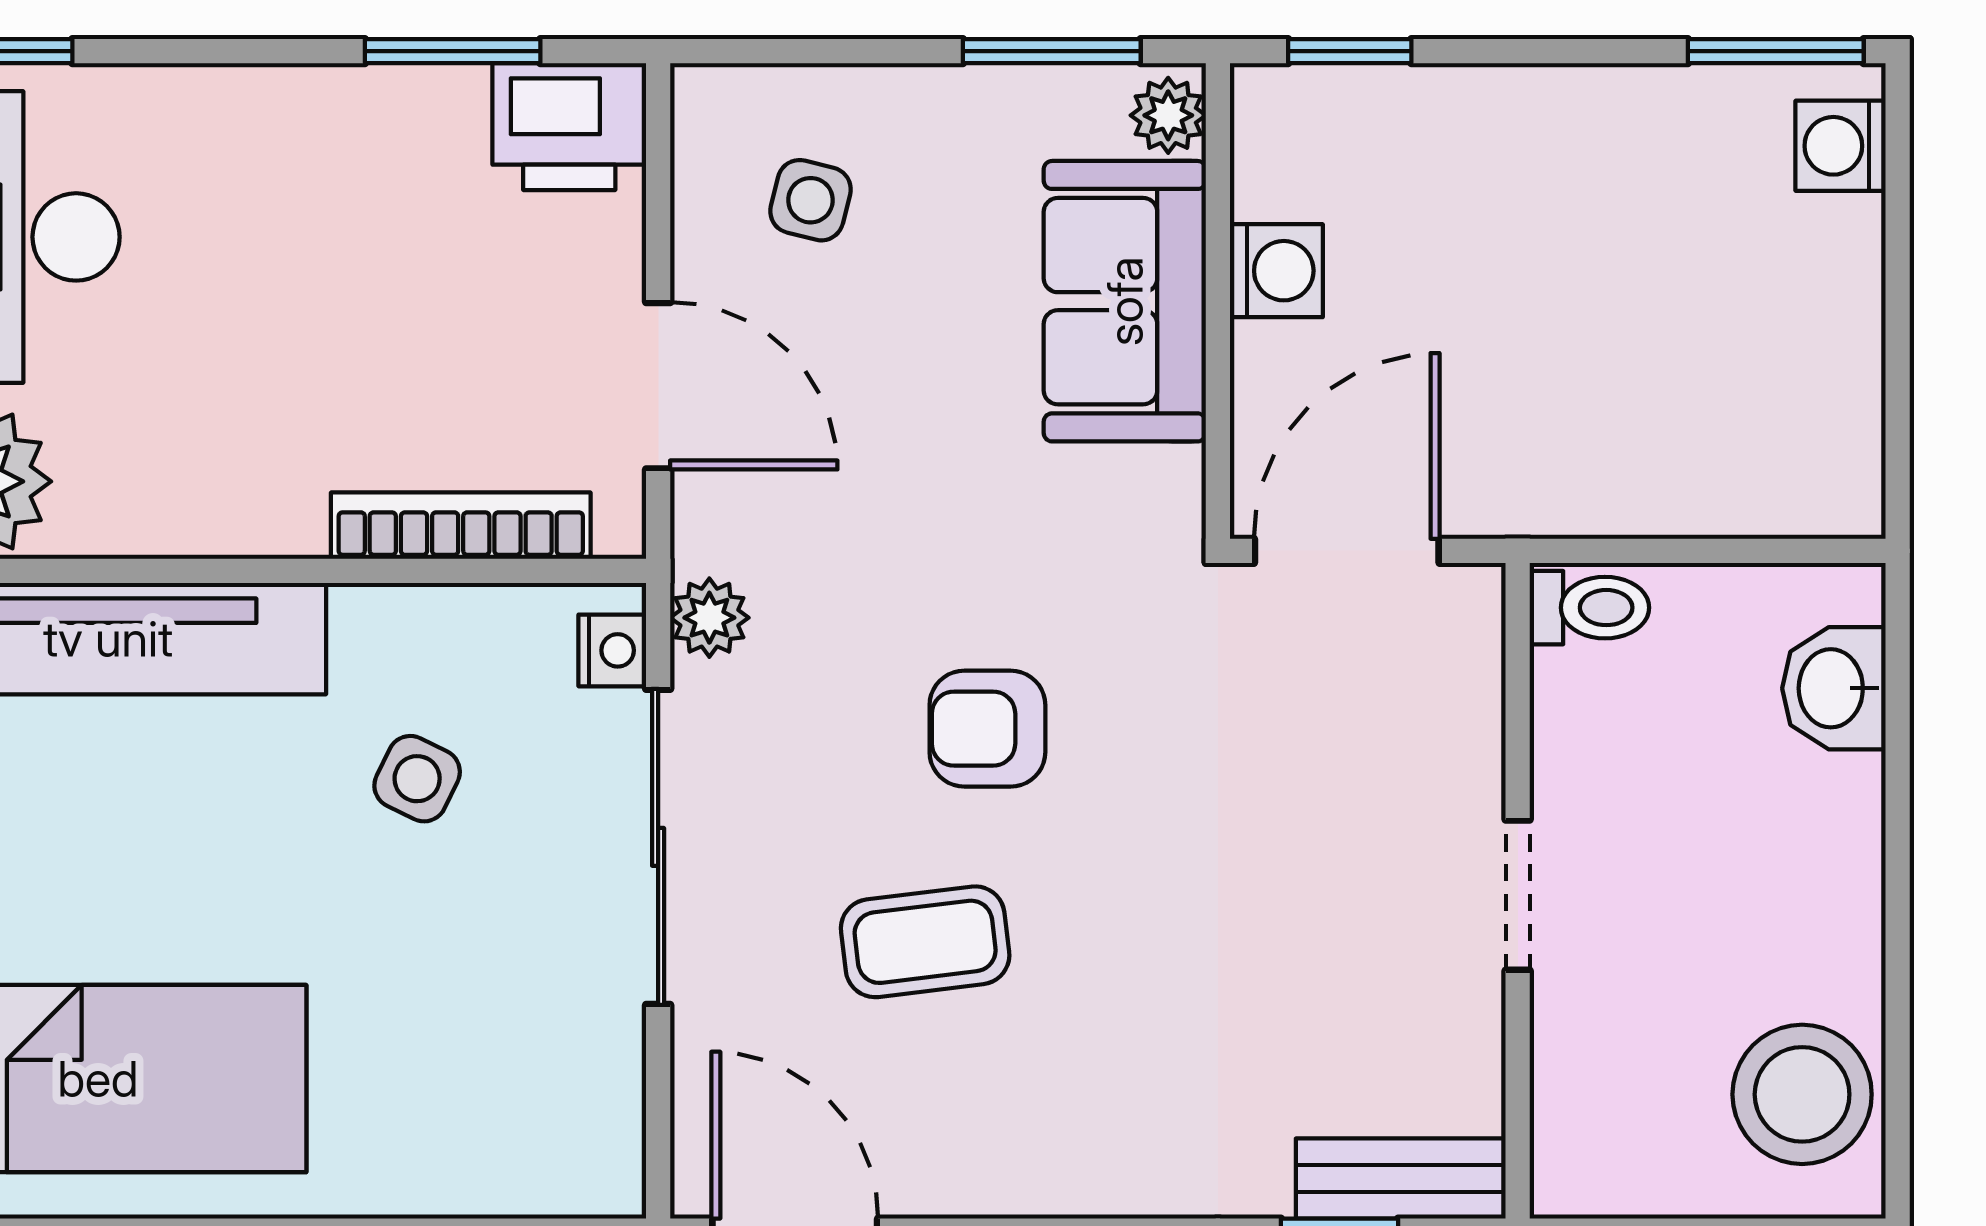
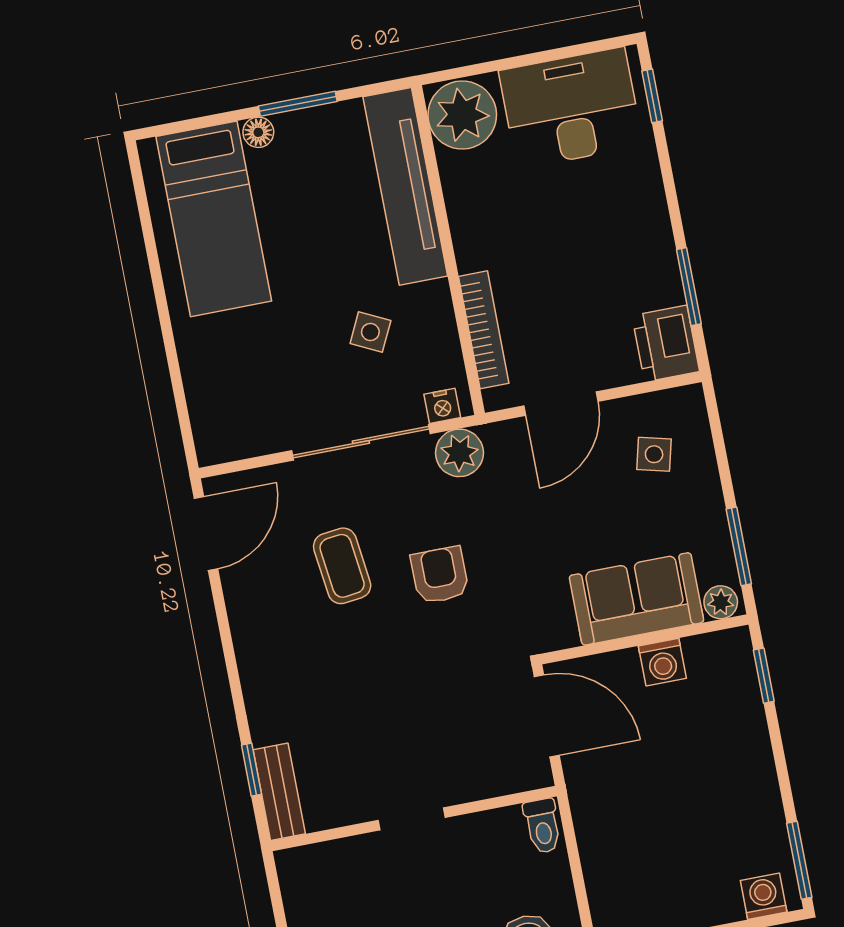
plant: (709, 618) -> (459, 453), width x1.38, depth x1.38

